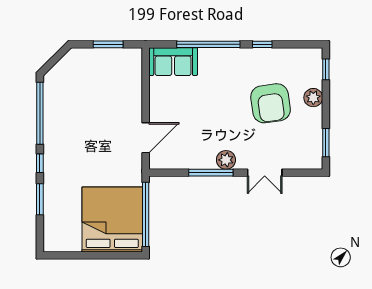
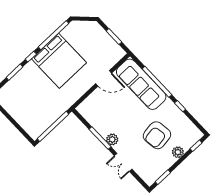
sofa: (173, 62) -> (141, 84), width x1.85, depth x1.27
door: (146, 138) -> (104, 78), moved
bed: (112, 220) -> (59, 61), moved, turned 90

